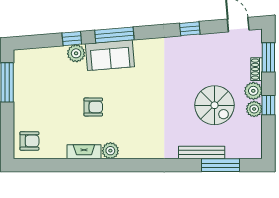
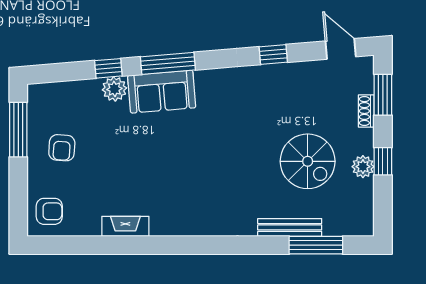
plant: (253, 91) -> (362, 141), removed
armchair: (93, 107) -> (62, 148), moved, turned 94
plant: (110, 151) -> (162, 225), removed

